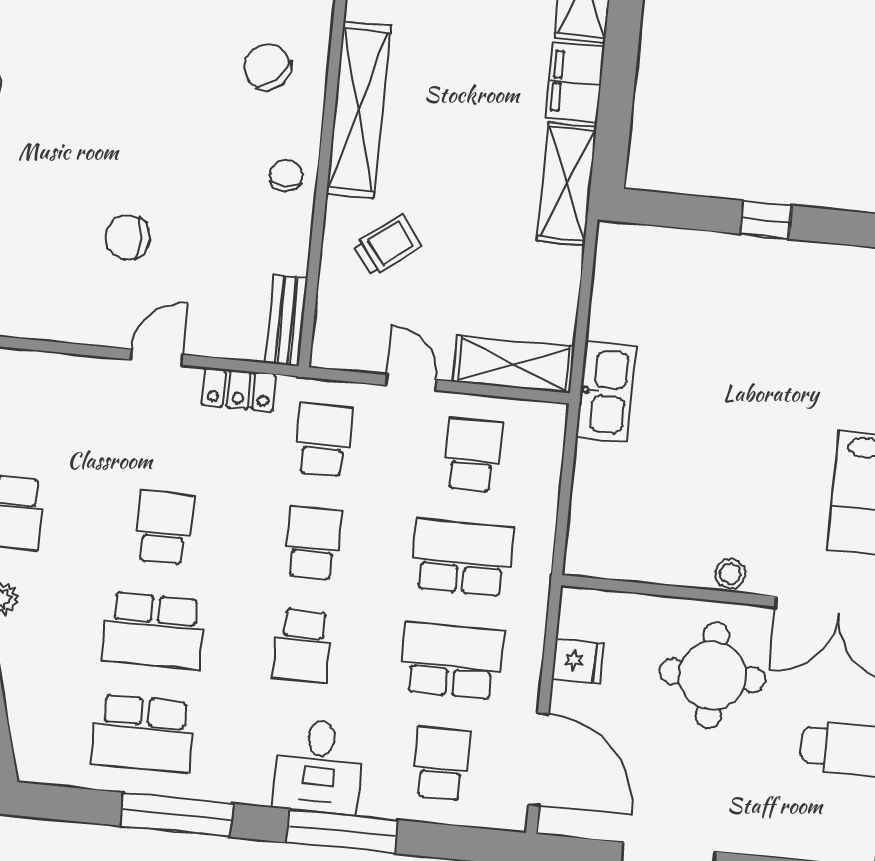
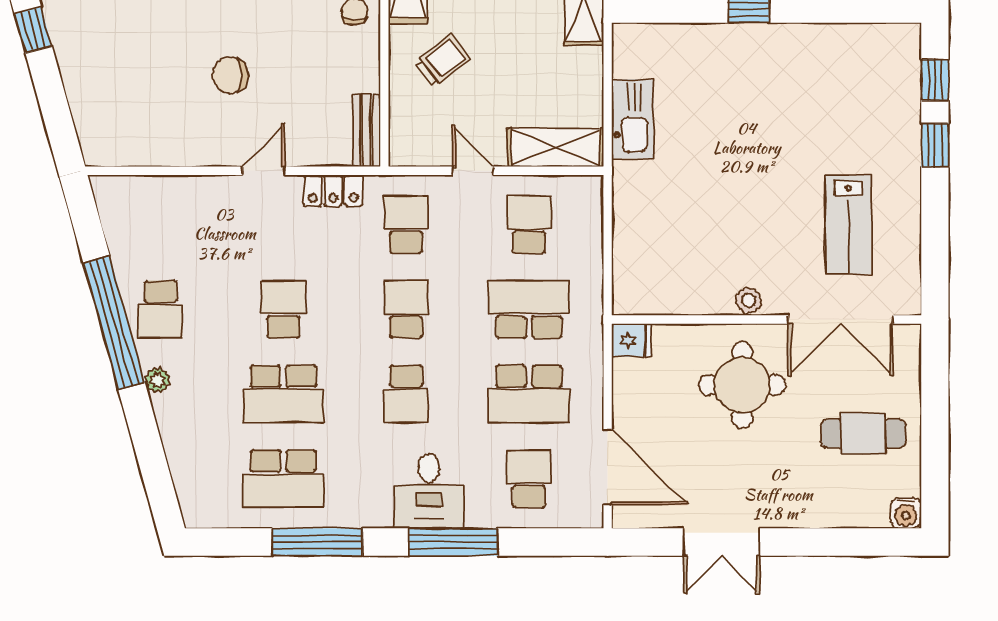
kitchen sink: (606, 392) -> (633, 119), moved
school desk: (452, 661) -> (529, 394), turned 180
fridge: (578, 661) -> (631, 340), moved

